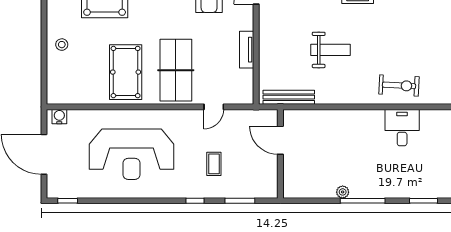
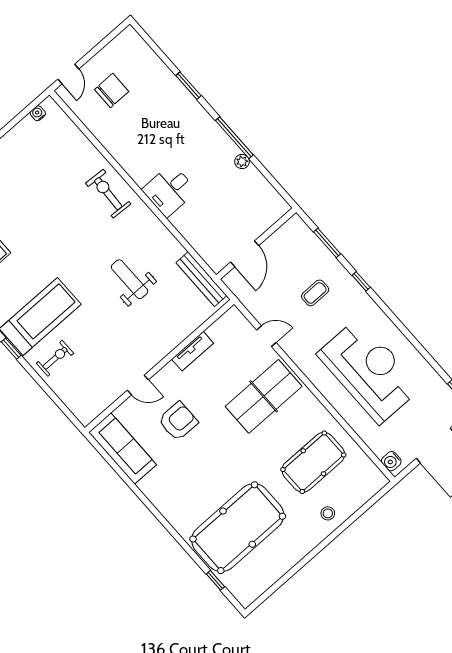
pool table: (126, 72) -> (313, 462), moved
desk: (402, 128) -> (169, 190), moved

